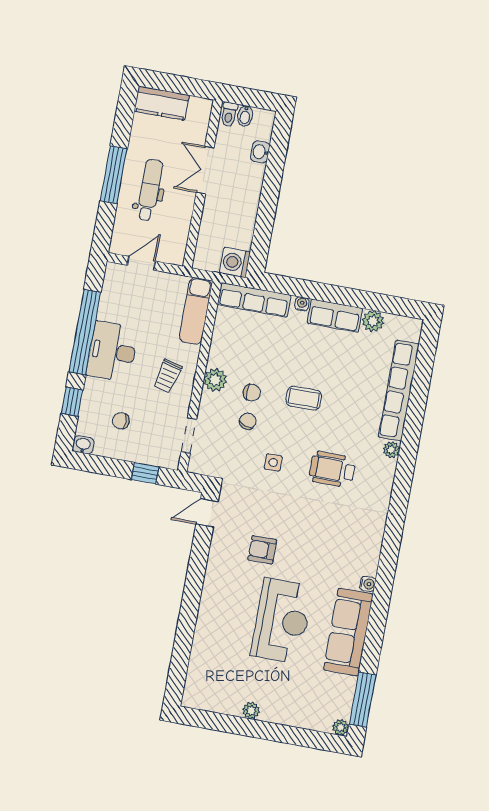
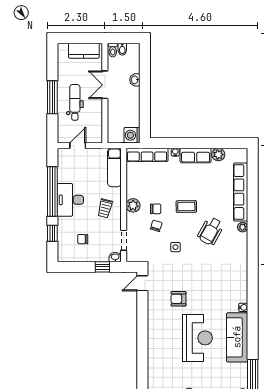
kitchen counter: (162, 103) -> (84, 51), moved
washbasin: (260, 152) -> (135, 80), moved
washbasin: (83, 445) -> (115, 257), moved
wheelchair: (332, 469) -> (211, 231), moved, turned -61

